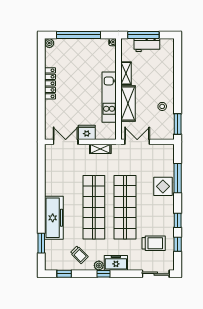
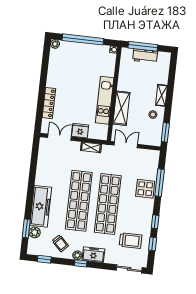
shelving: (126, 73) -> (161, 95), moved
locker: (50, 83) -> (49, 103), moved
plant: (51, 246) -> (35, 232), added

